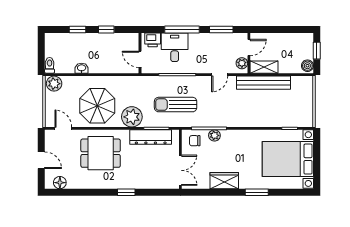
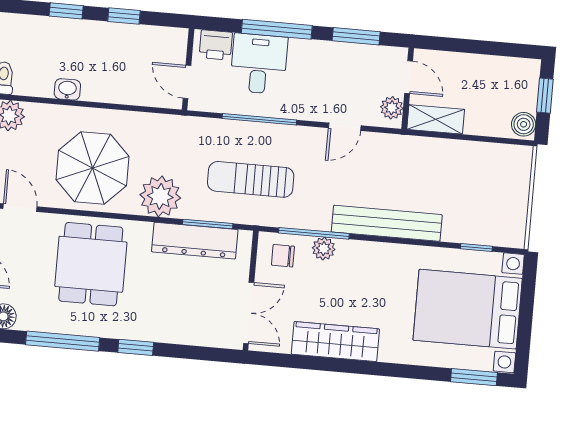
door: (249, 47) -> (409, 77), hinge flipped
bench: (264, 83) -> (387, 223), moved
dining table: (101, 153) -> (91, 264), turned 90
wardrobe: (224, 181) -> (335, 342), width x1.50
window: (90, 192) -> (63, 341), added
window: (257, 192) -> (474, 377), moved

